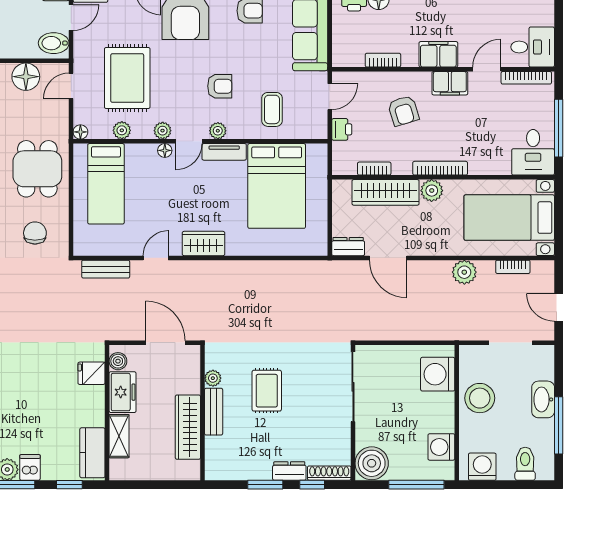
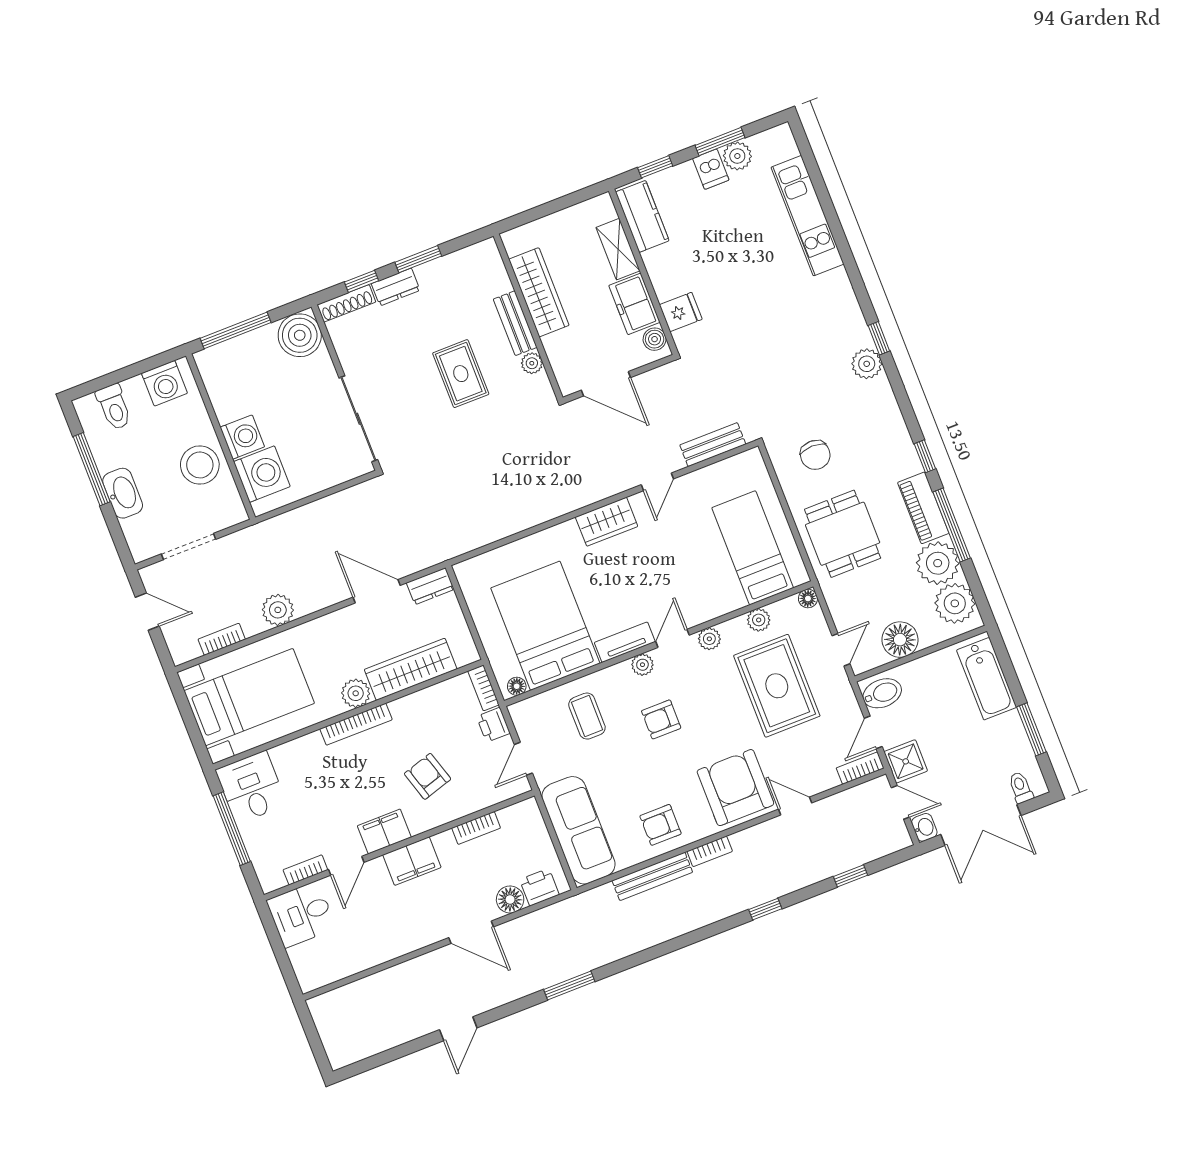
bookcase: (526, 78) -> (305, 870), width x0.64
floor lamp: (165, 150) -> (517, 686), moved
bookcase: (374, 169) -> (483, 688), moved, turned 90
washing machine: (441, 447) -> (242, 437), moved

